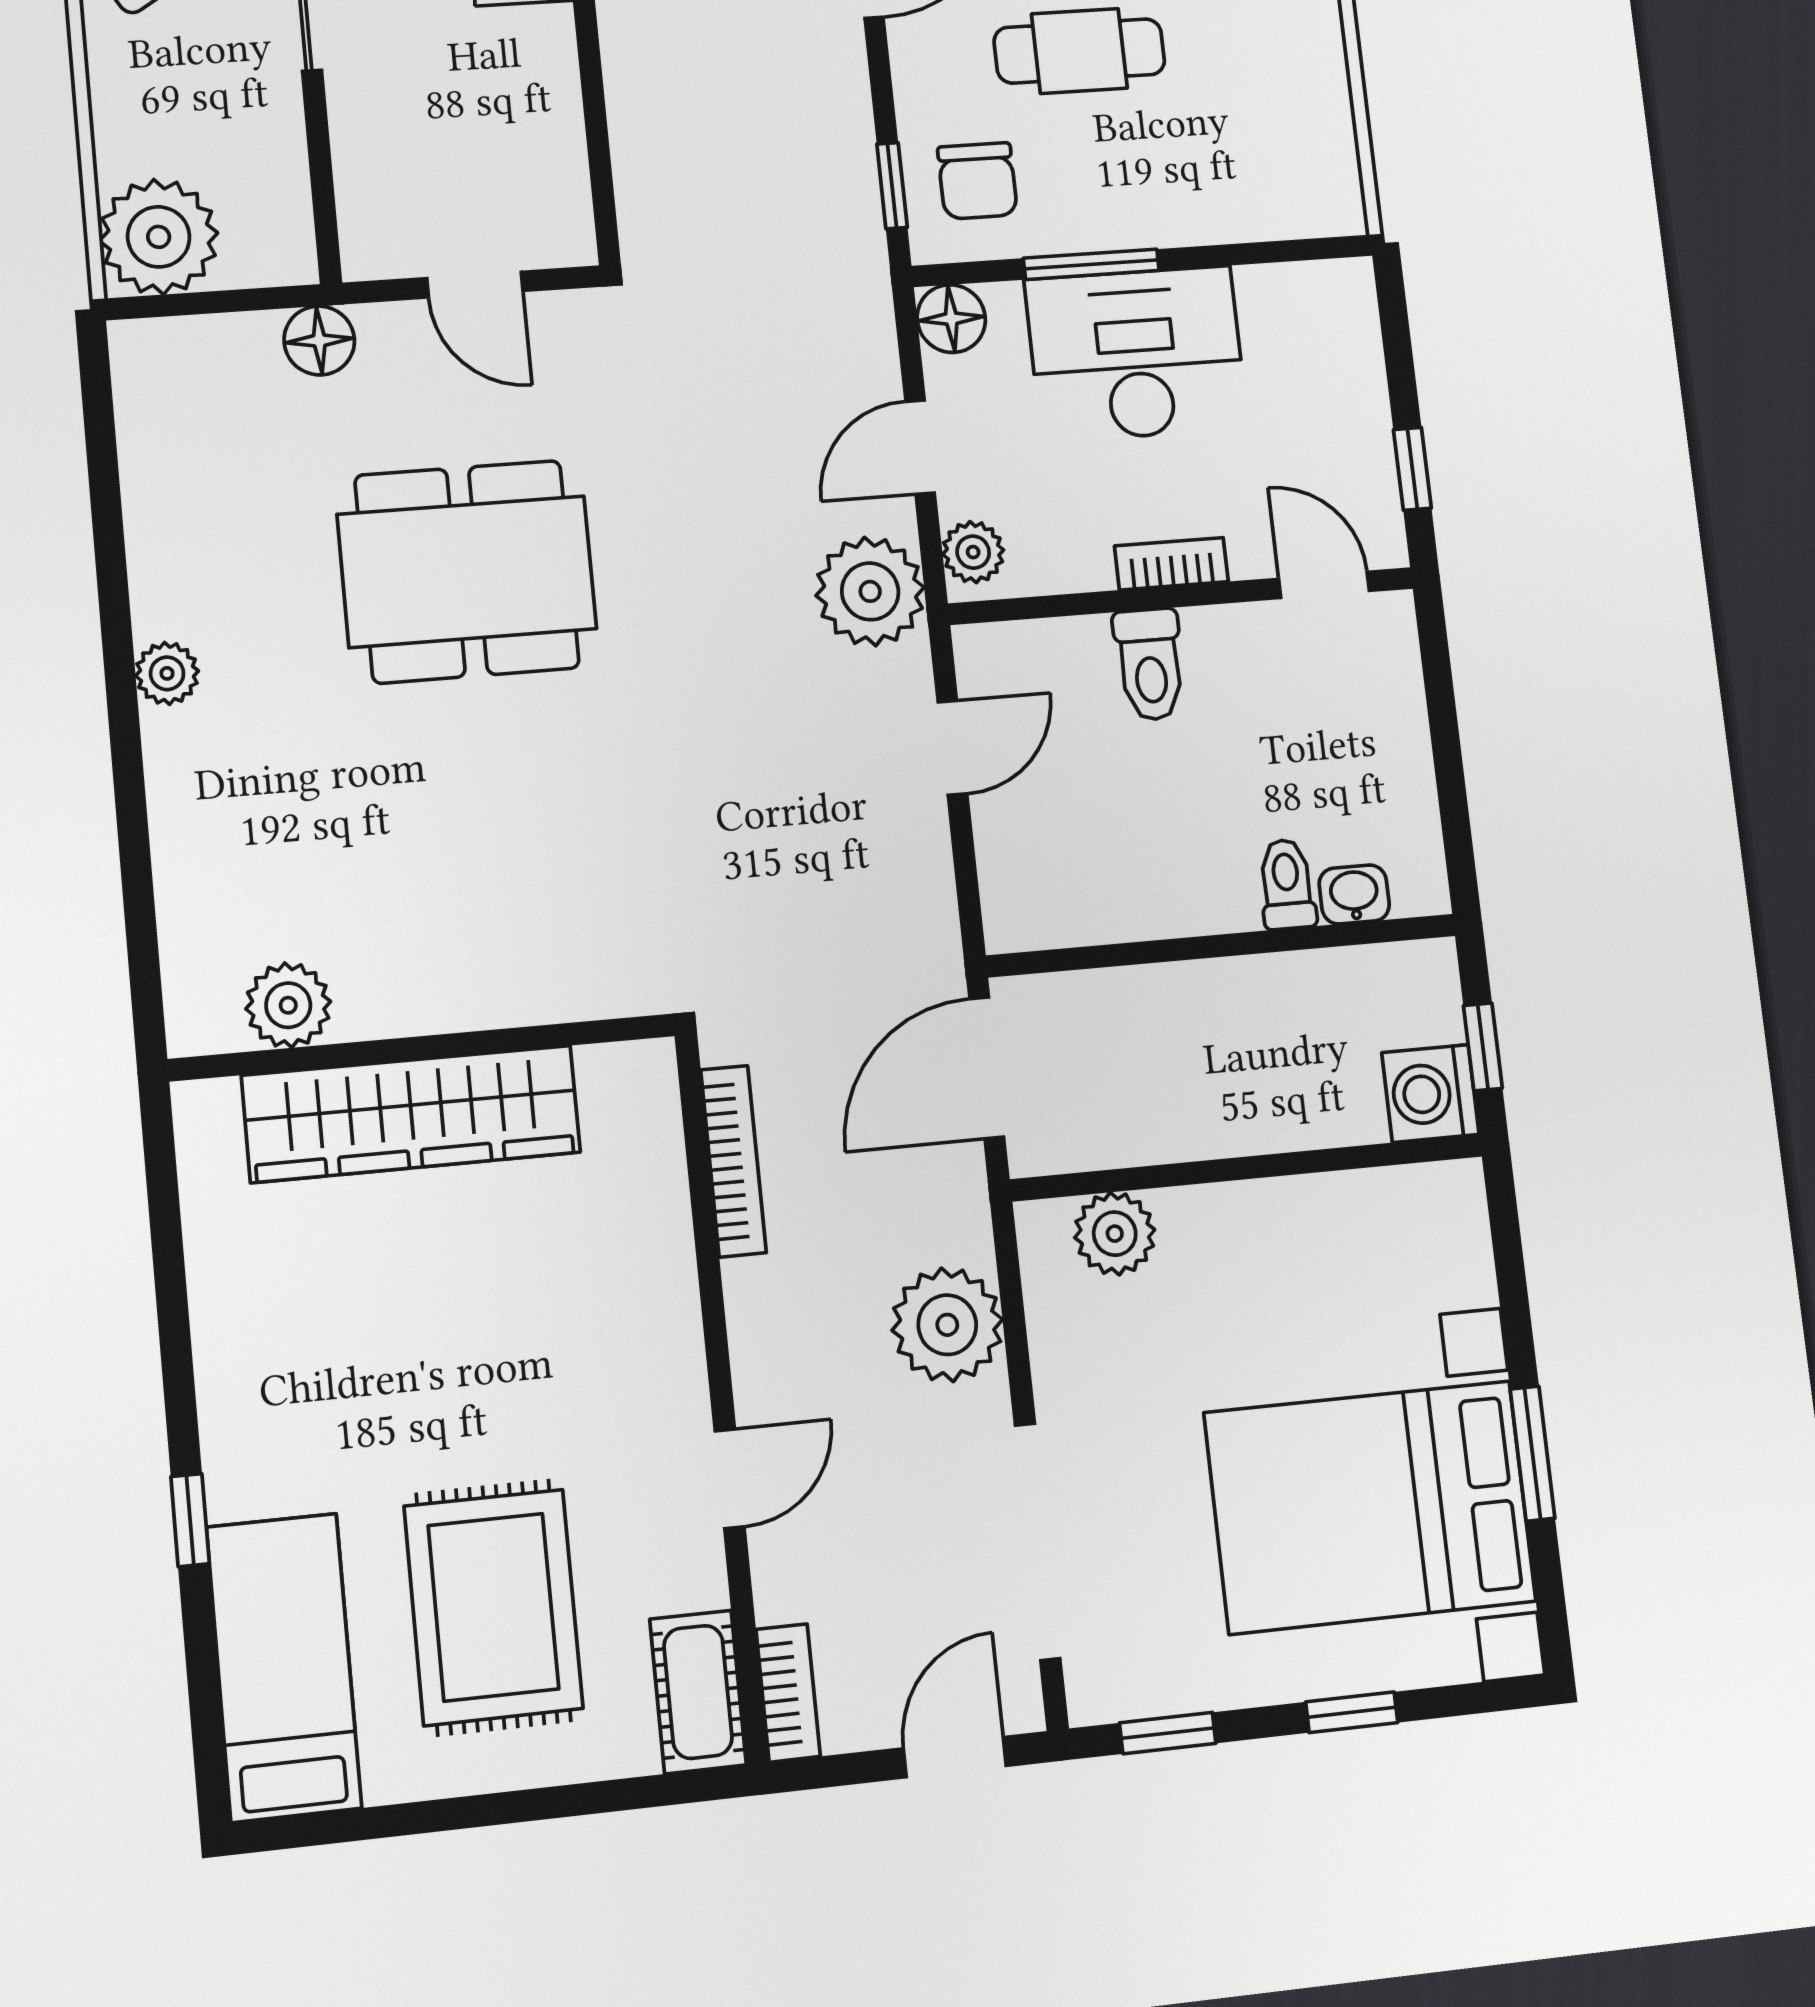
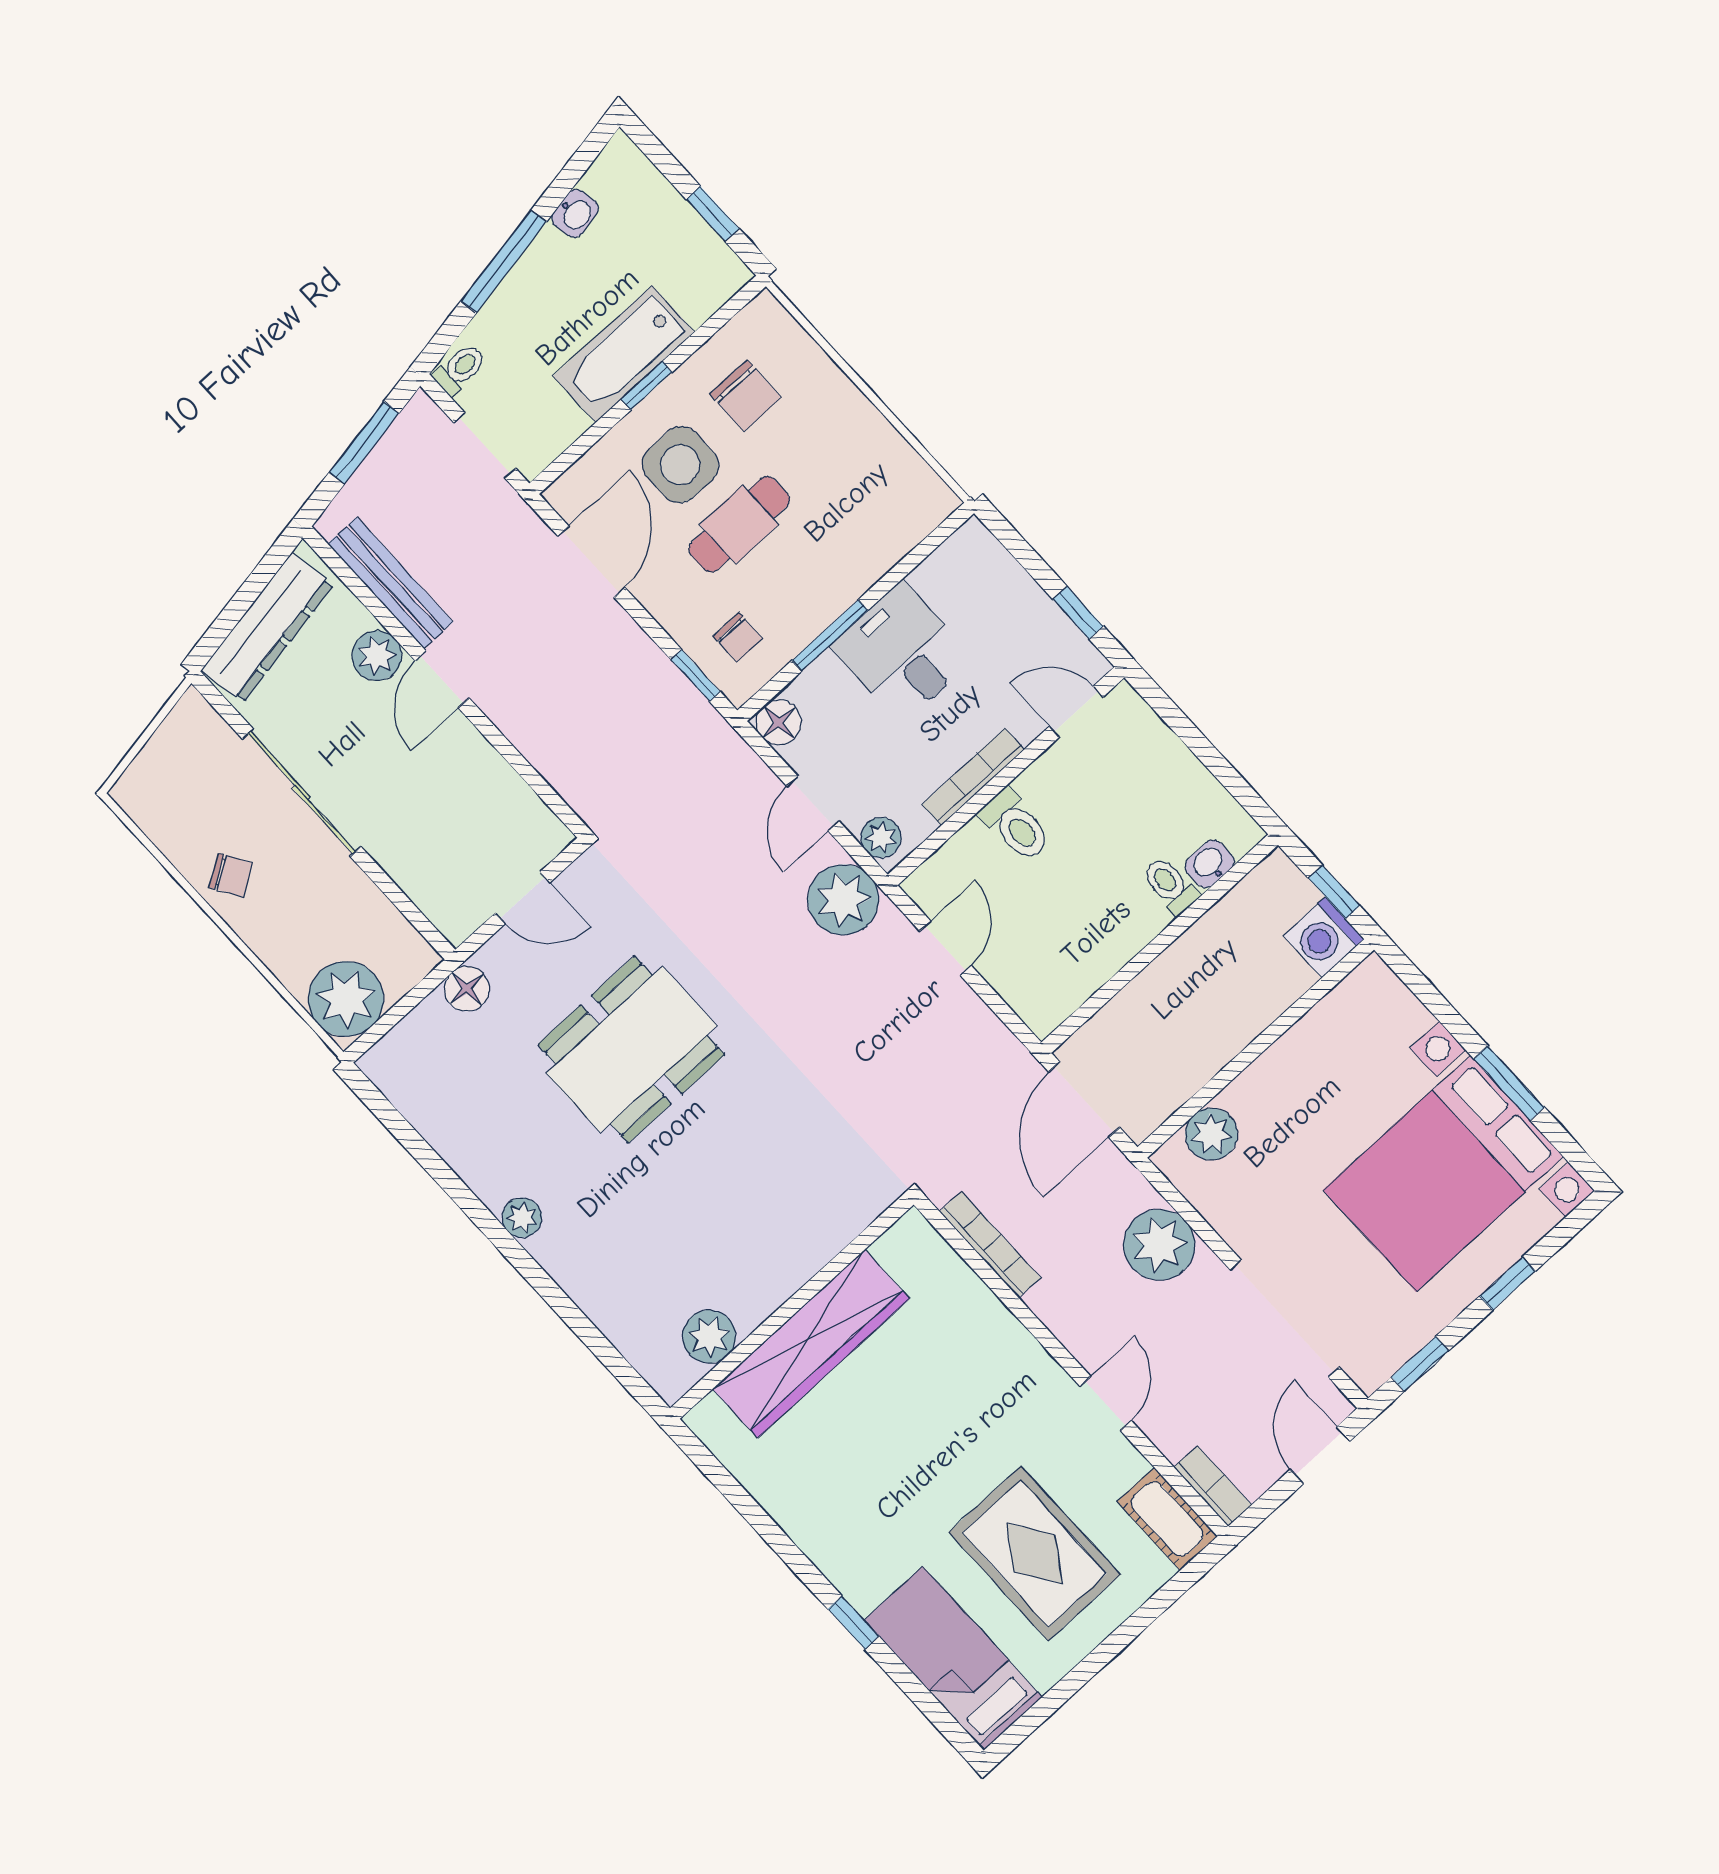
chair: (977, 181) -> (738, 638), width x0.73, depth x0.73
desk: (1136, 354) -> (902, 652), width x0.73
bookcase: (1171, 564) -> (973, 777), width x1.56

